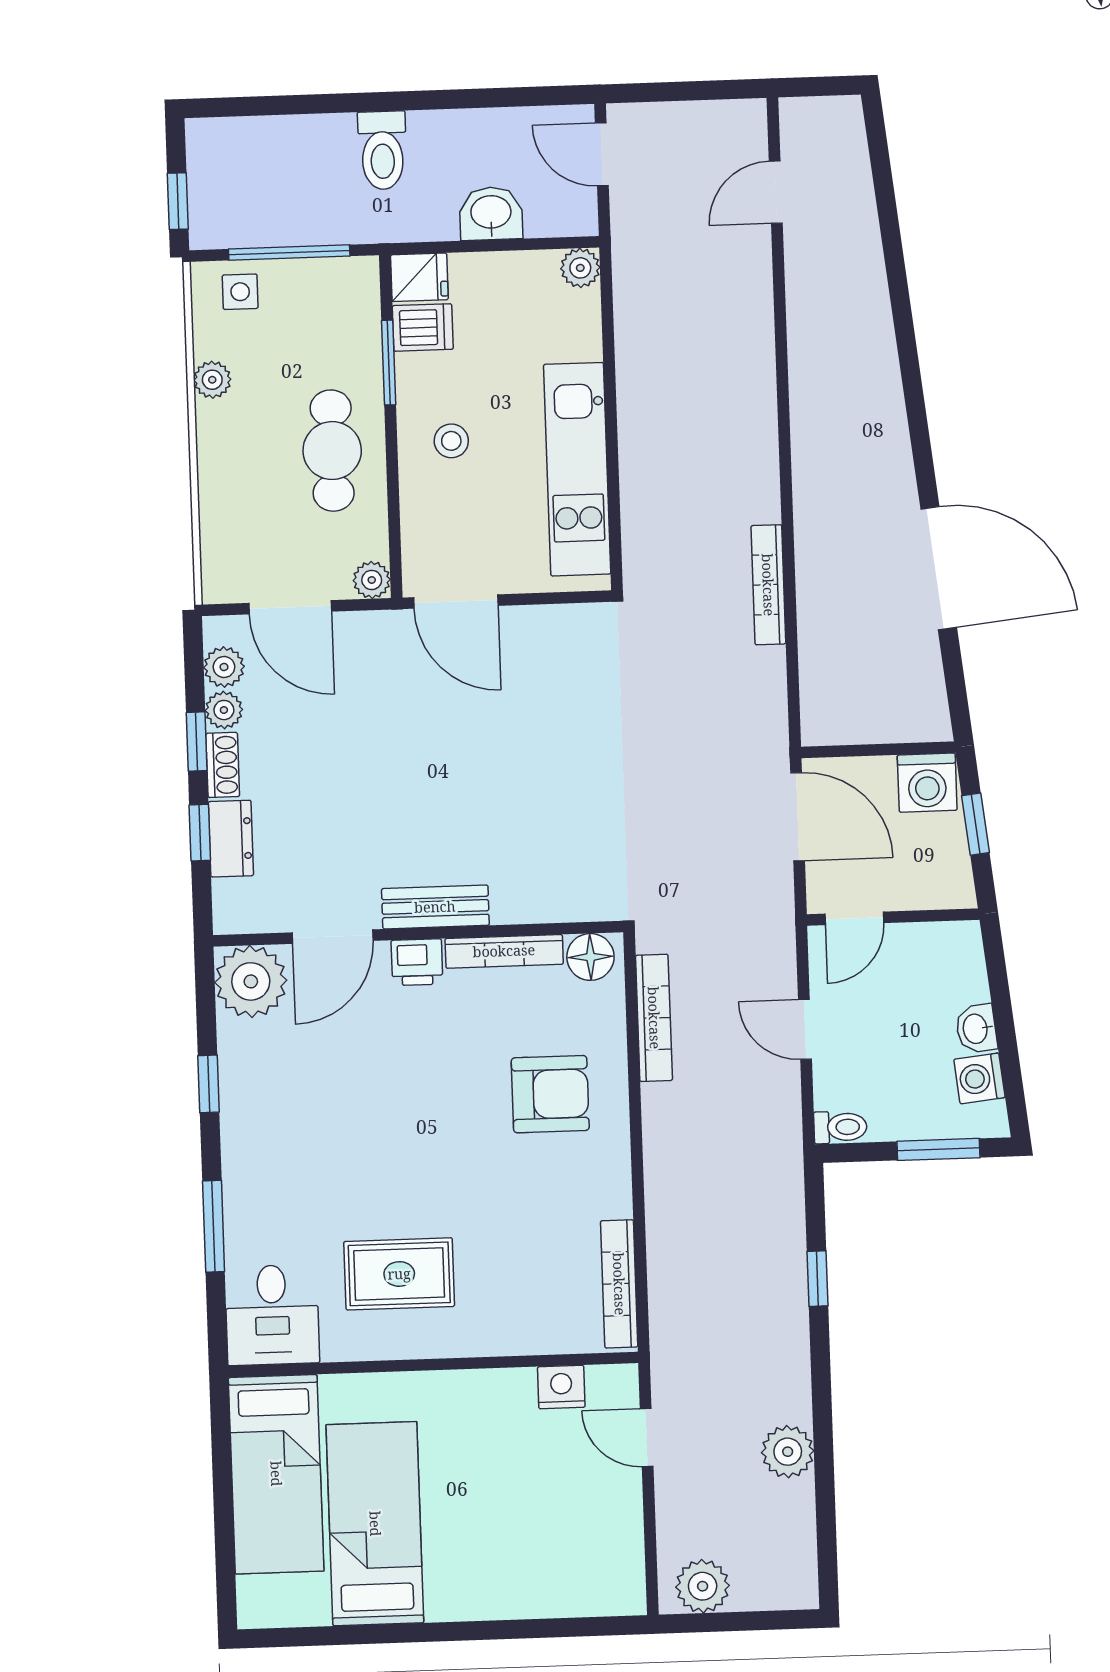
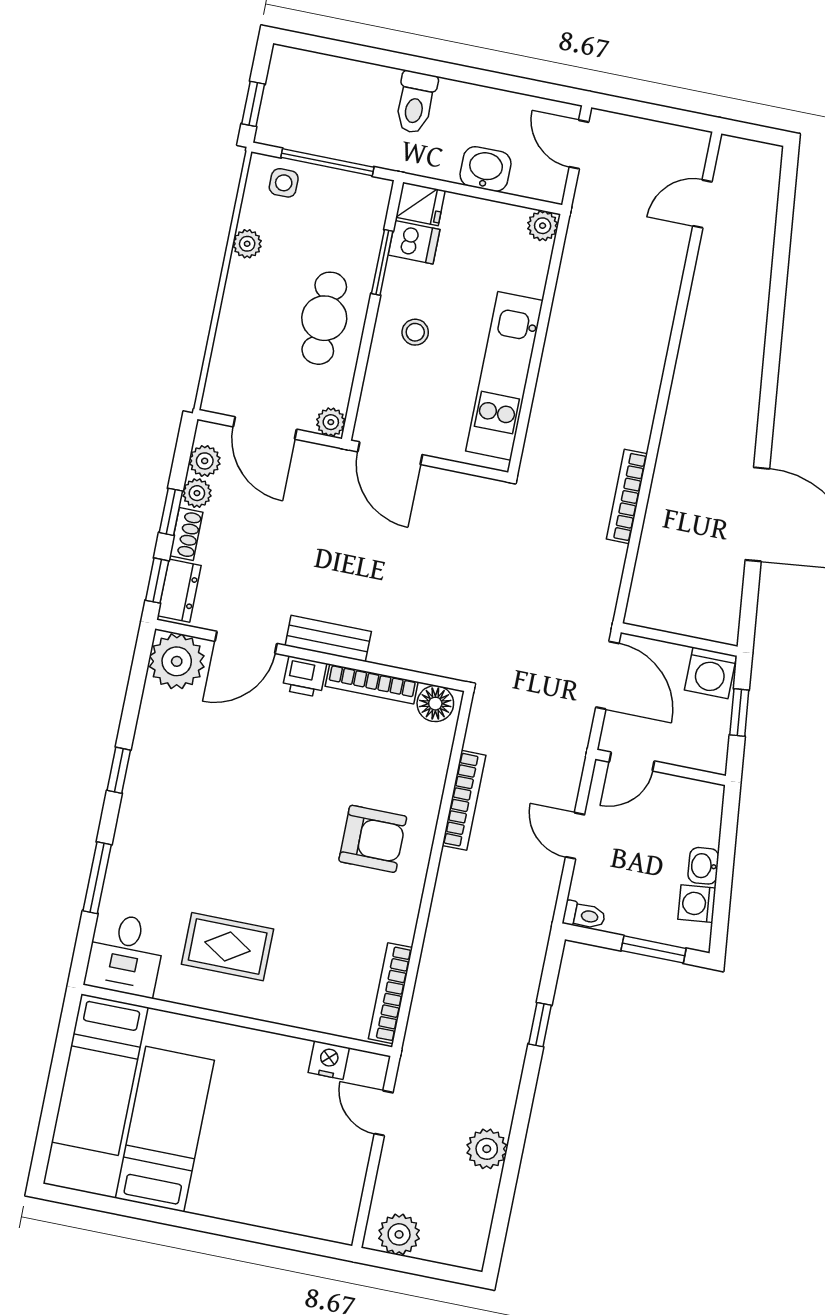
bench: (435, 907) -> (328, 638), moved
wall: (418, 934) -> (310, 655), moved
door: (333, 937) -> (246, 642), moved
bookcase: (504, 951) -> (372, 684), moved
floor lamp: (590, 957) -> (435, 704), moved
printer: (417, 962) -> (304, 677), moved
plant: (251, 981) -> (177, 661), moved

